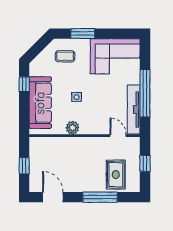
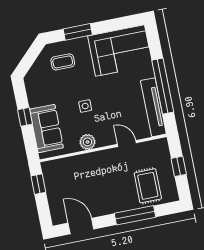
window: (24, 84) -> (25, 117), moved
sofa: (40, 103) -> (46, 129), width x0.73
door: (118, 136) -> (127, 143), moved
window: (24, 166) -> (38, 184), moved

